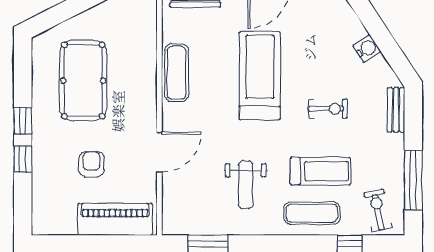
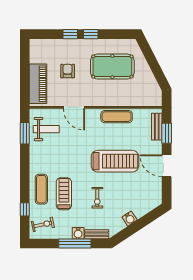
water cooler: (394, 145) -> (78, 233), added
armchair: (92, 164) -> (68, 71), turned -90
treadmill: (321, 171) -> (64, 194), turned 180
window: (413, 180) -> (75, 243), moved
weight bench: (246, 185) -> (46, 129), moved, turned 180

